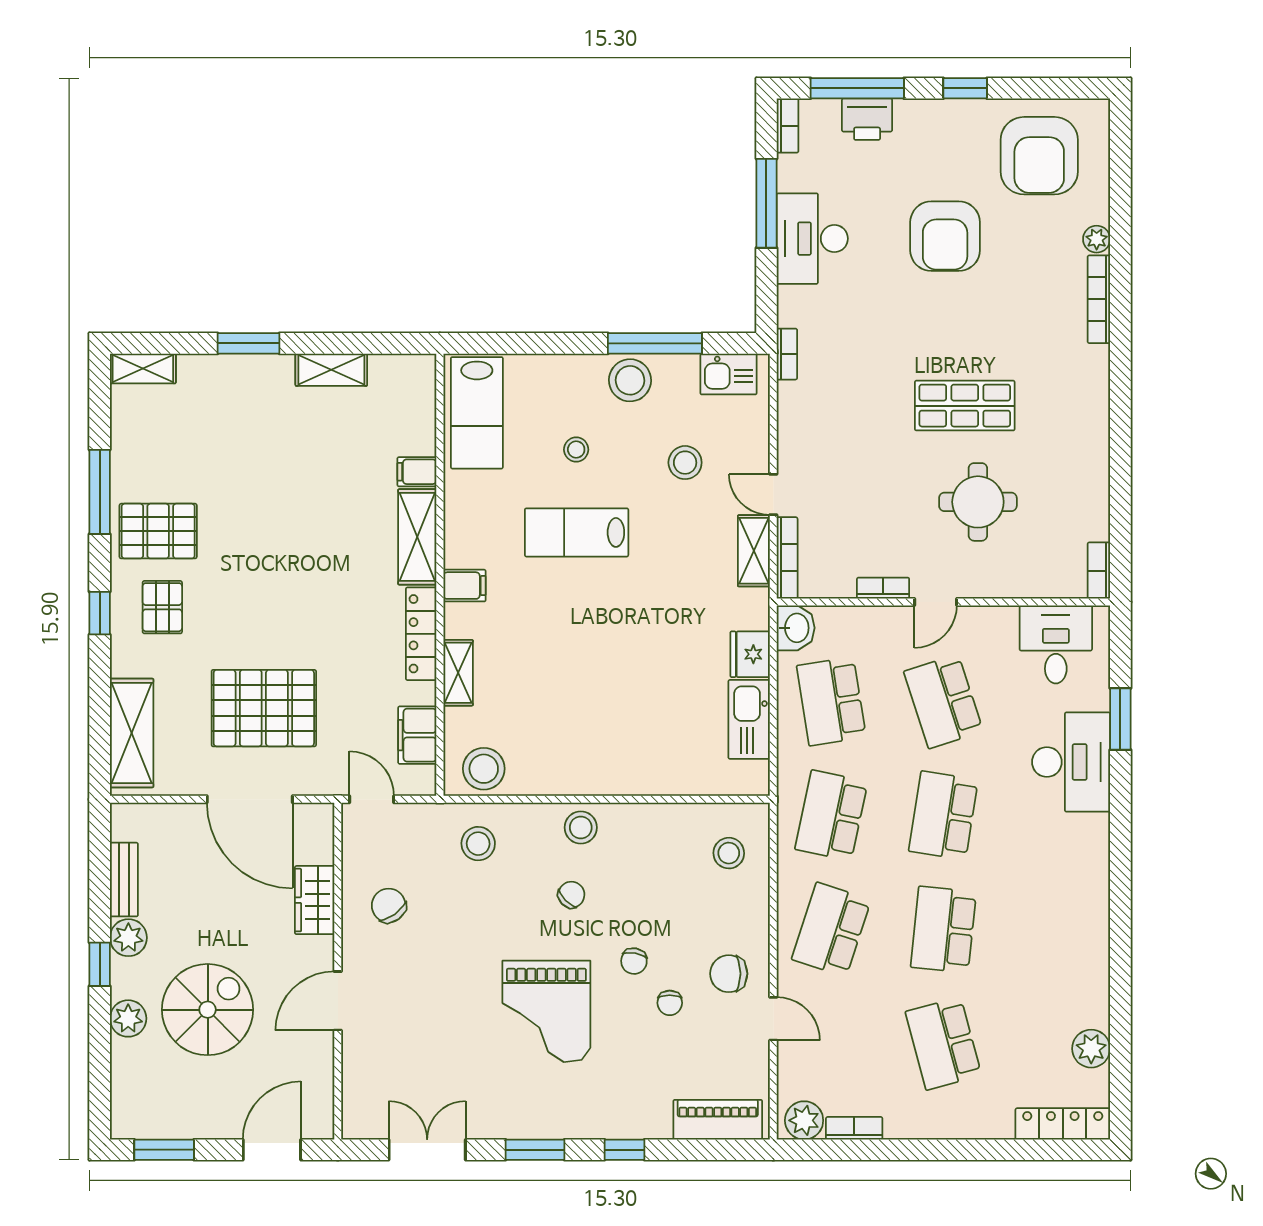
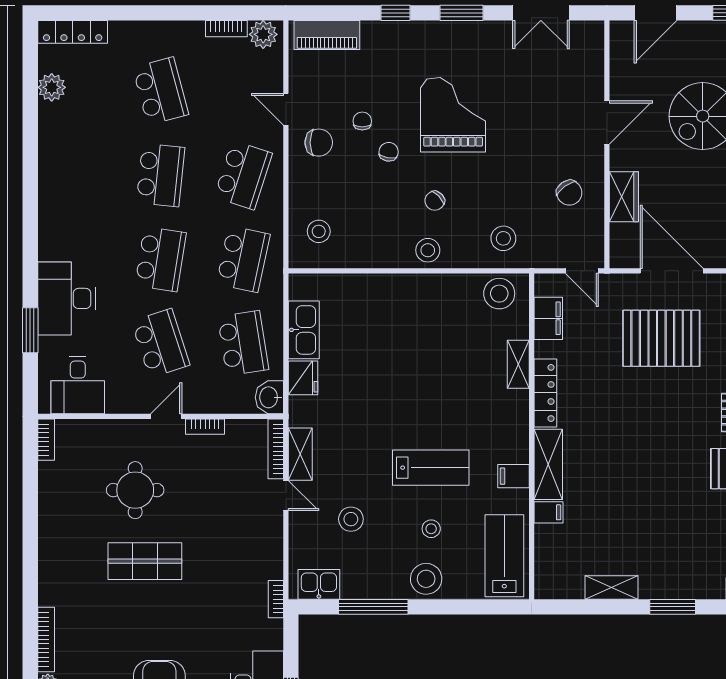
stool: (630, 380) -> (426, 579), moved
filing cabinet: (464, 586) -> (513, 476), moved

